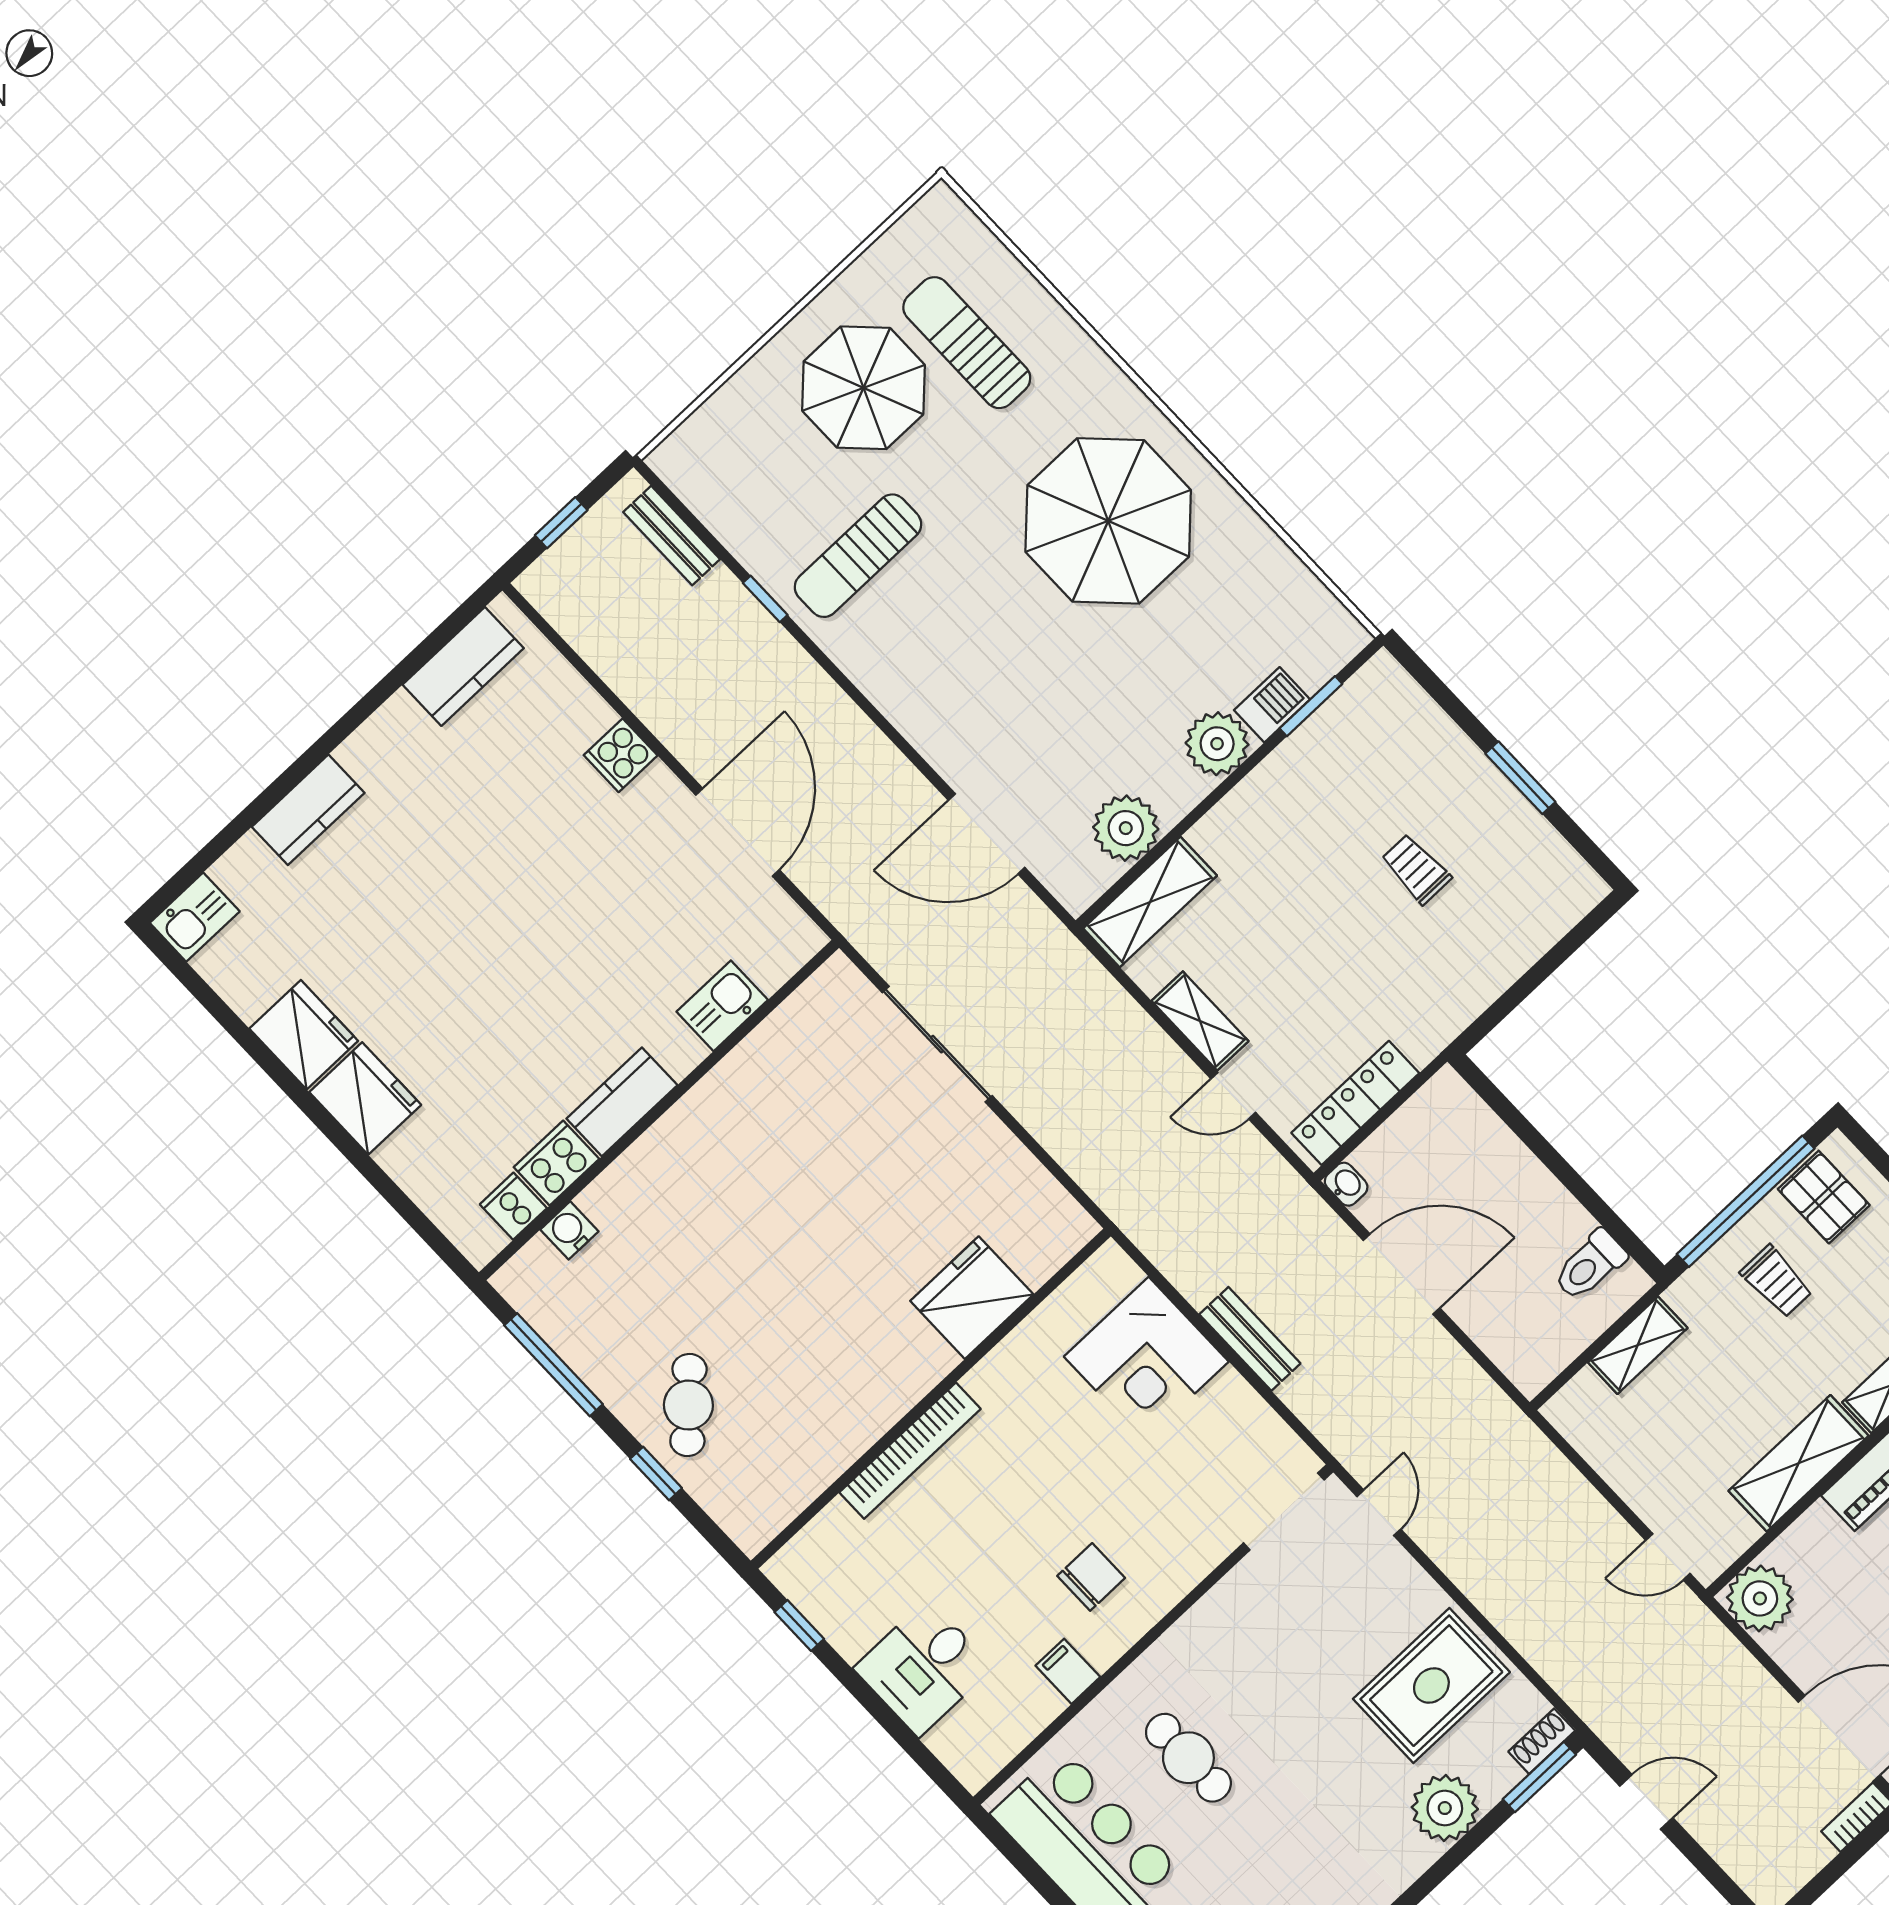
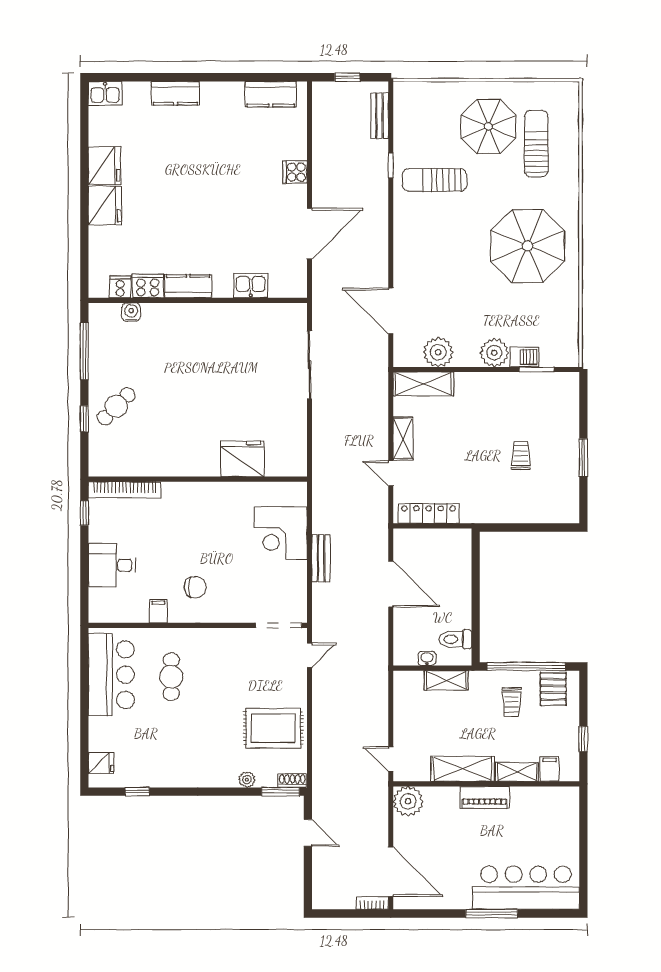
washbasin: (1346, 1184) -> (427, 658), moved, turned -90
bookcase: (910, 1451) -> (125, 490), moved
plant: (1445, 1808) -> (247, 780), width x0.53, depth x0.53

